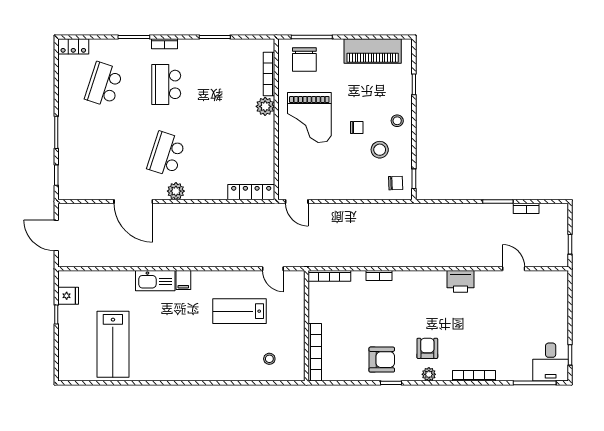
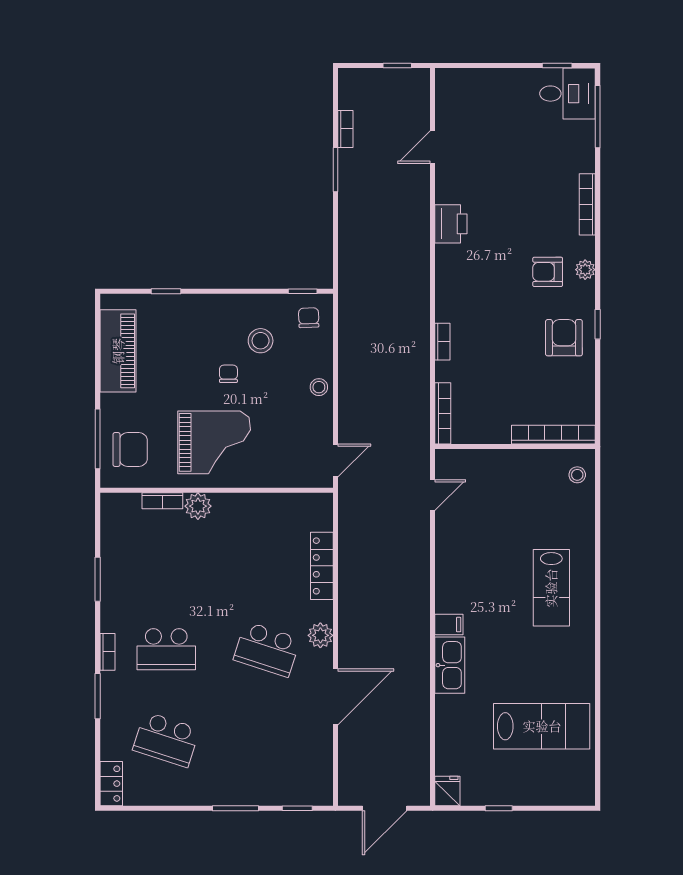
bookcase: (269, 74) -> (162, 501), width x0.64
stool: (397, 121) -> (319, 387), moved
locker: (251, 192) -> (322, 566), moved
fridge: (68, 296) -> (447, 791), moved
lab bench: (240, 311) -> (551, 588), moved
stool: (269, 359) -> (577, 475), moved

